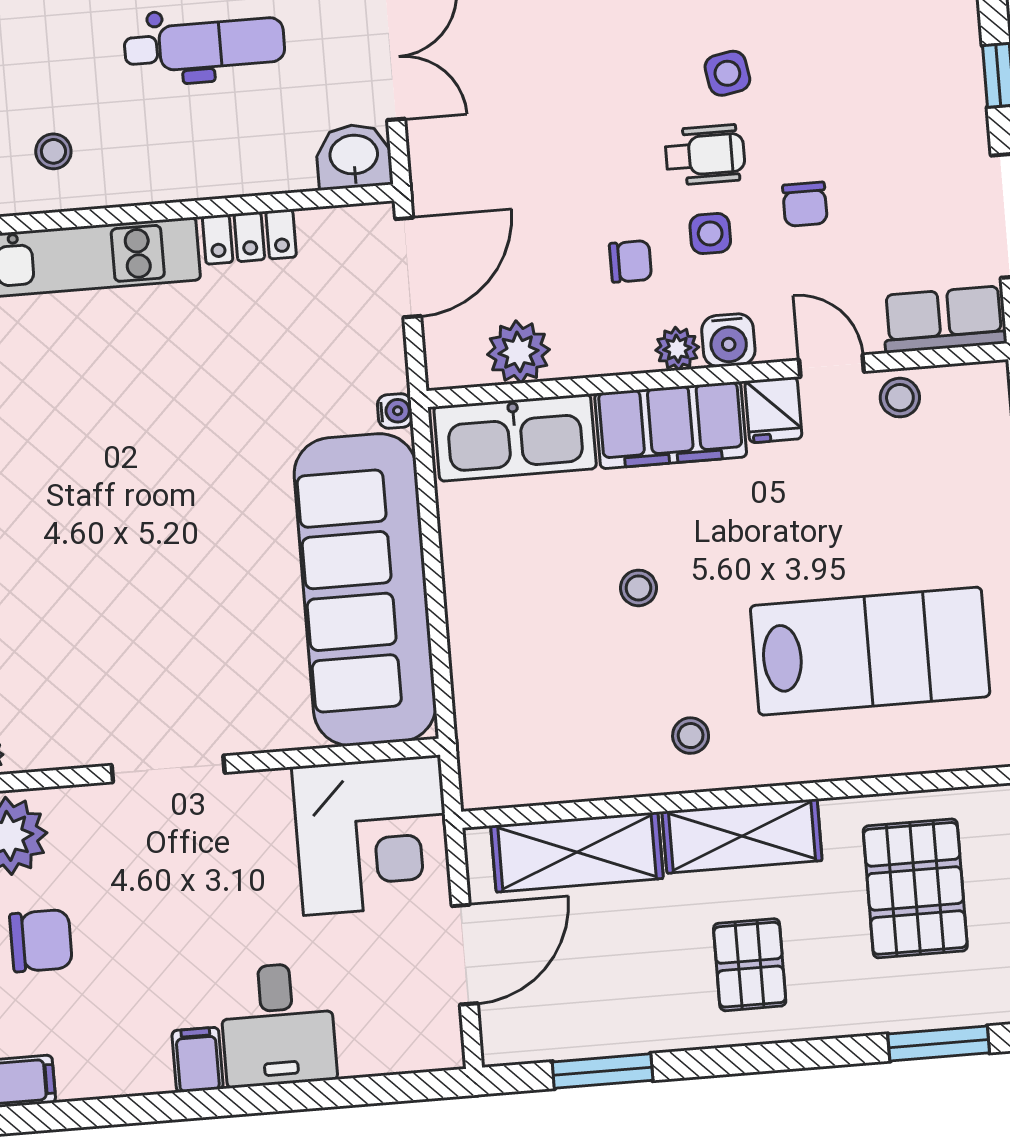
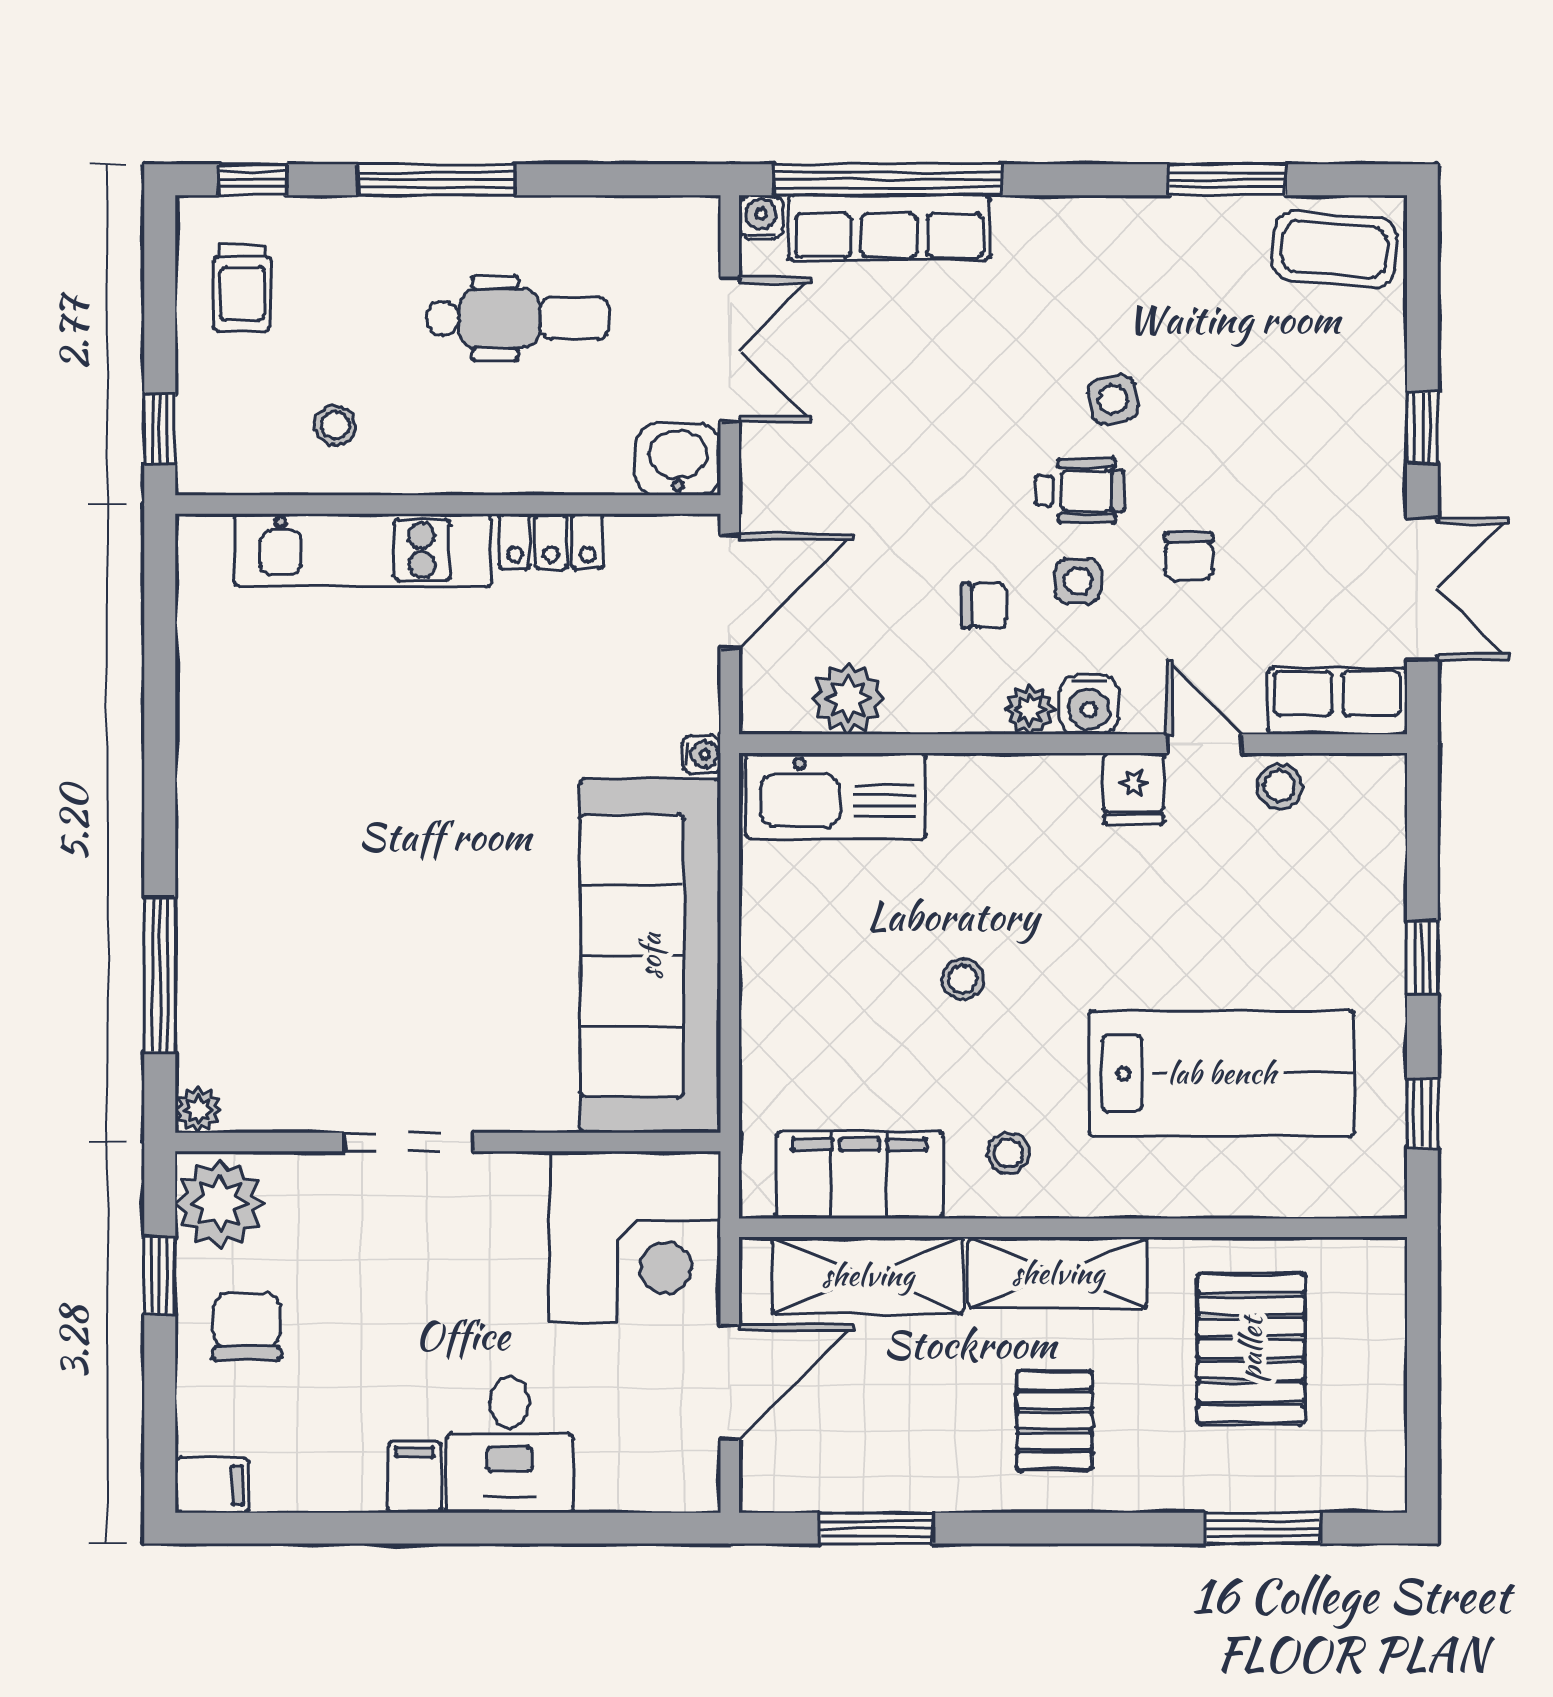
filing cabinet: (671, 425) -> (860, 1175), moved, turned 180
chair: (41, 941) -> (247, 1326), turned -90

